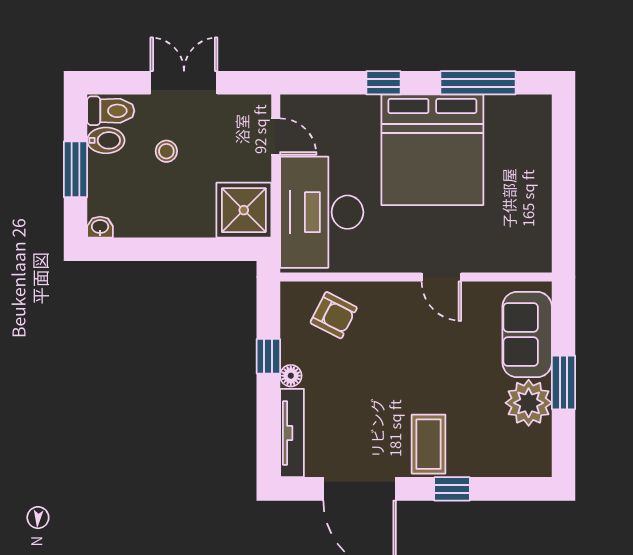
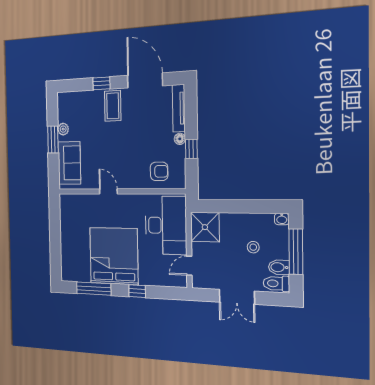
door: (276, 137) -> (189, 266), hinge flipped
stool: (166, 151) -> (253, 247), moved
window: (75, 169) -> (296, 252), width x1.44
armchair: (334, 315) -> (159, 171), turned 153
plant: (529, 403) -> (63, 129), width x0.53, depth x0.53

